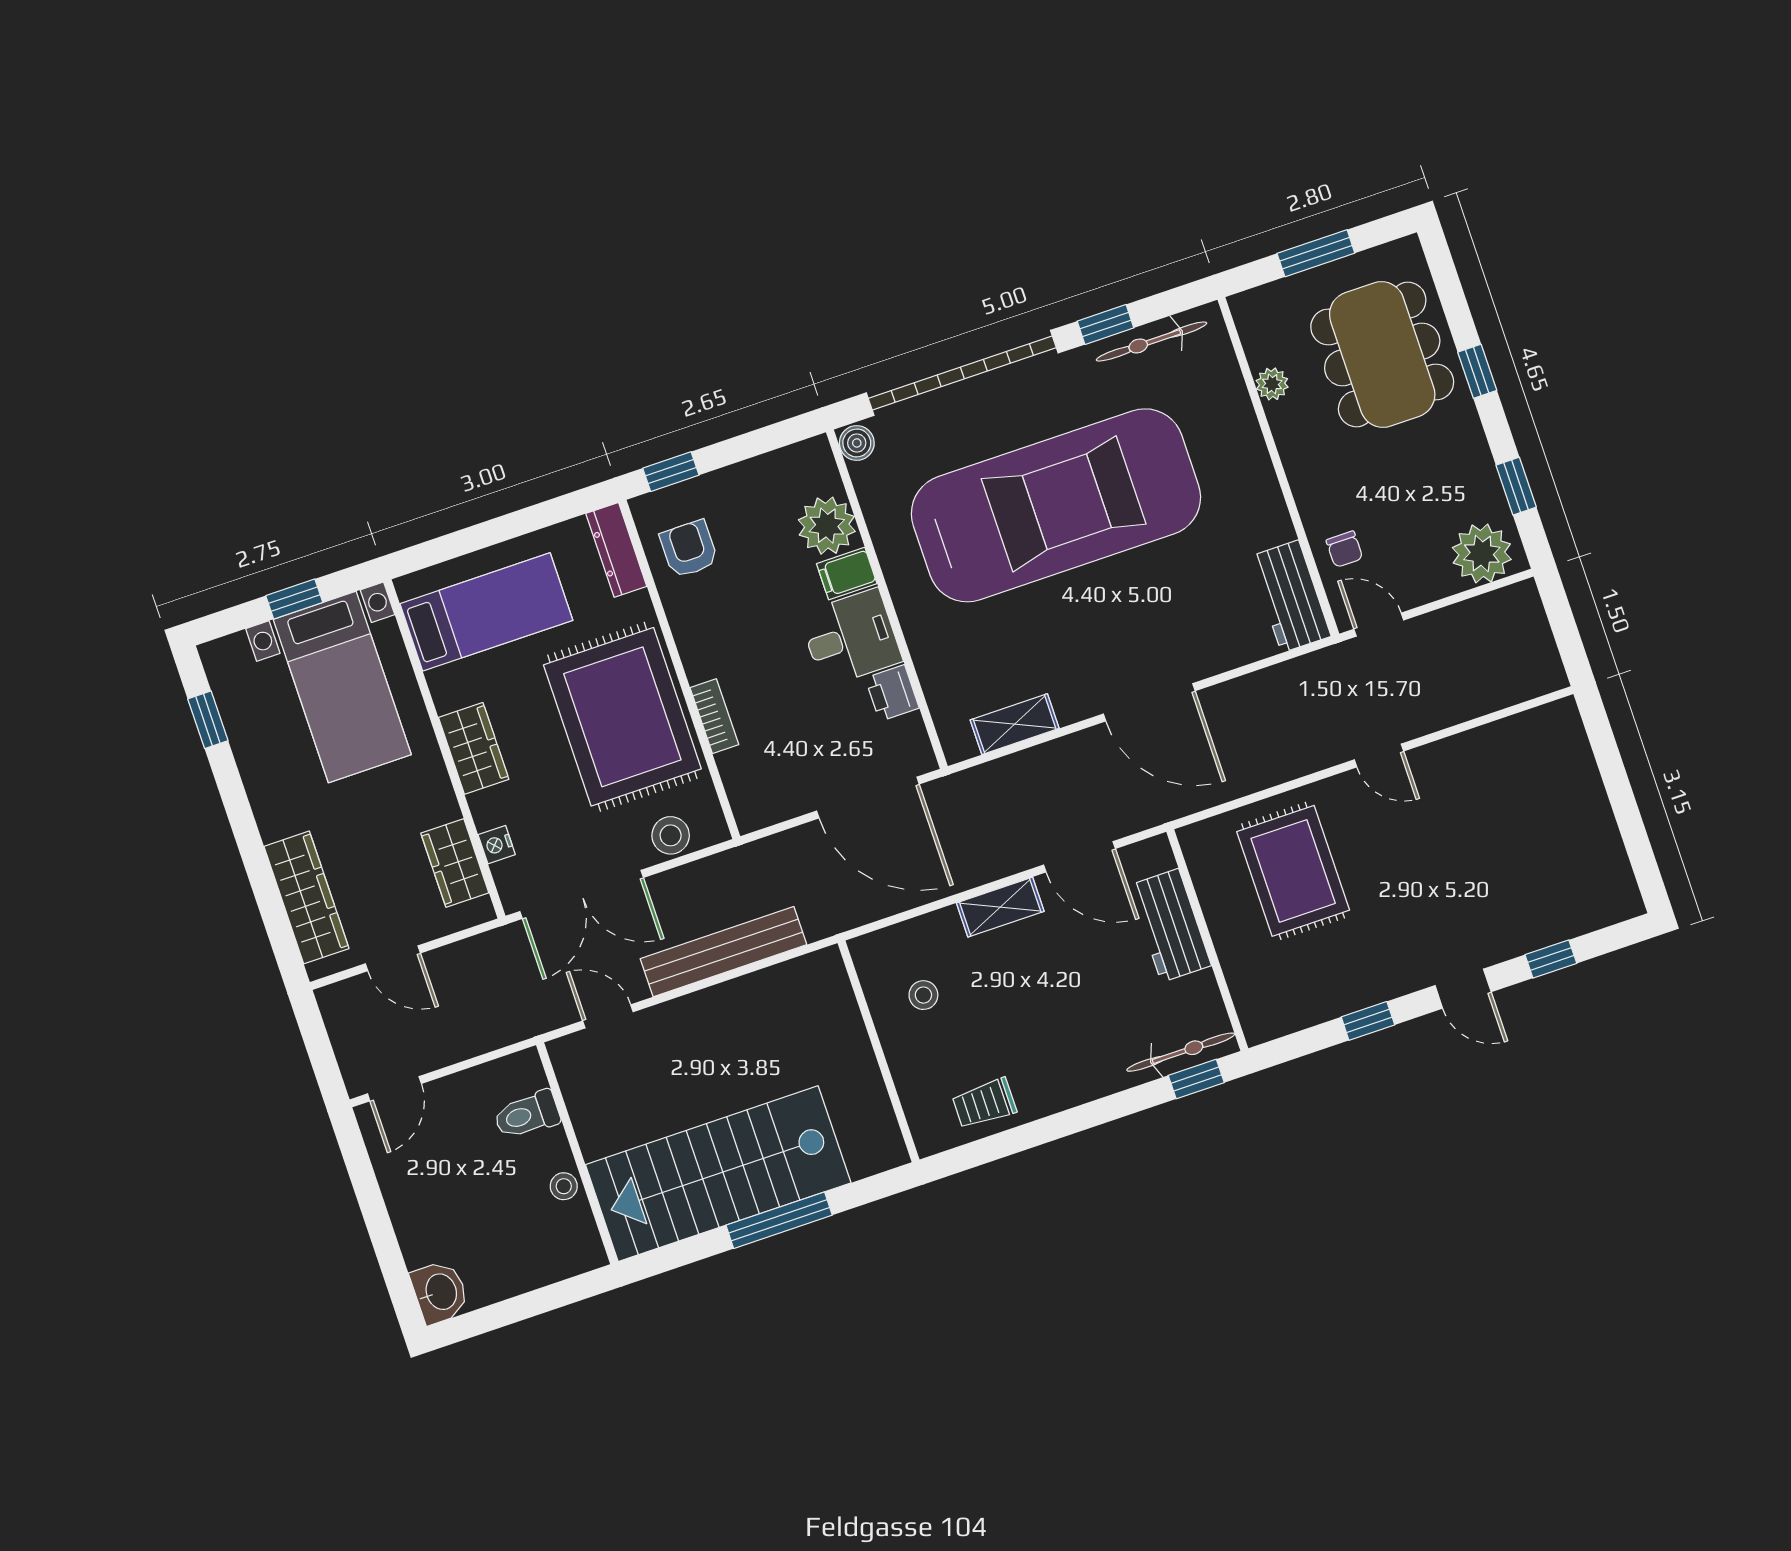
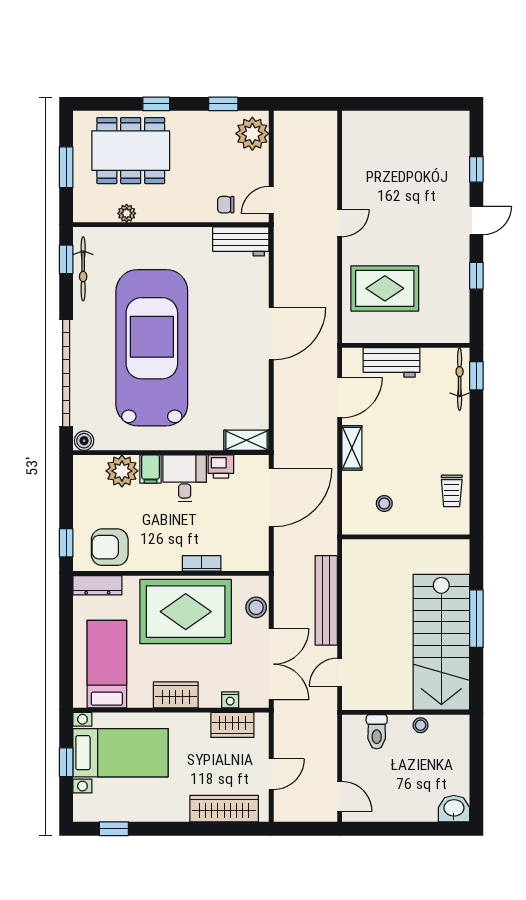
window: (1105, 324) -> (66, 259), moved
armchair: (689, 549) -> (110, 547), width x1.38, depth x1.38
chair: (1344, 549) -> (226, 205), turned 180
shelving: (1015, 724) -> (246, 440), moved, turned 90

